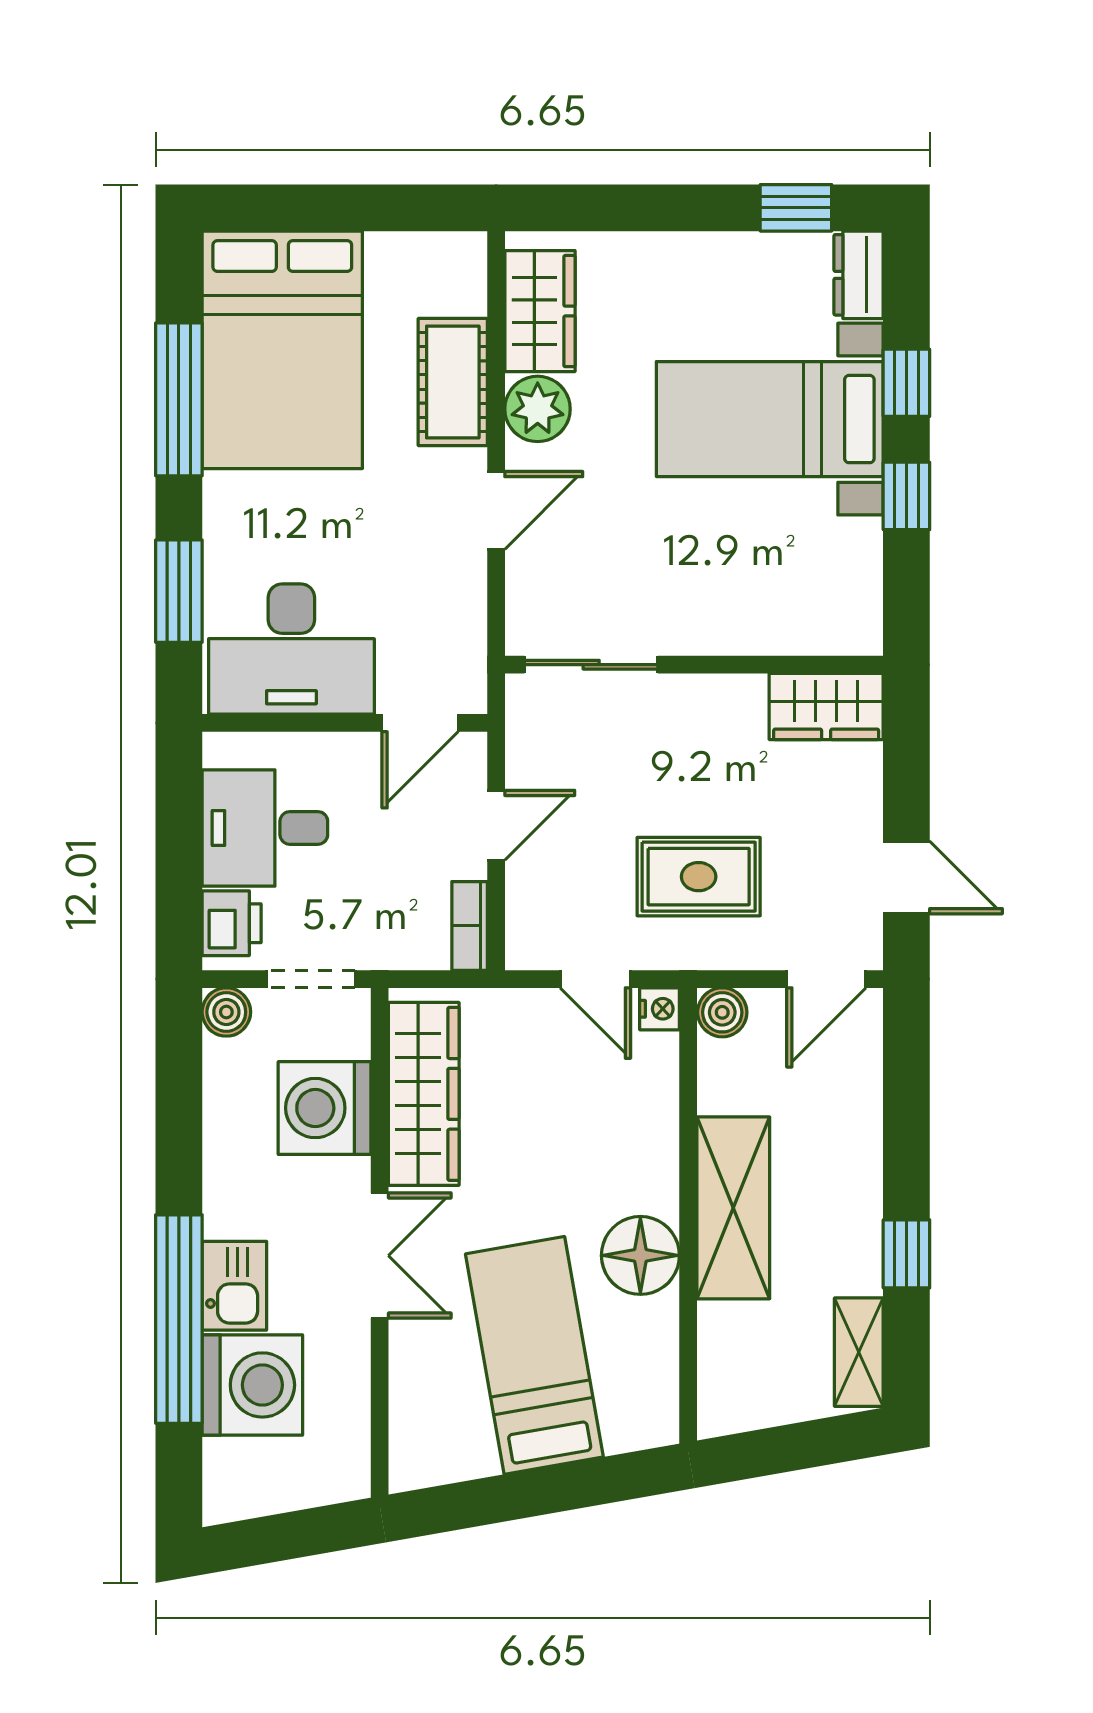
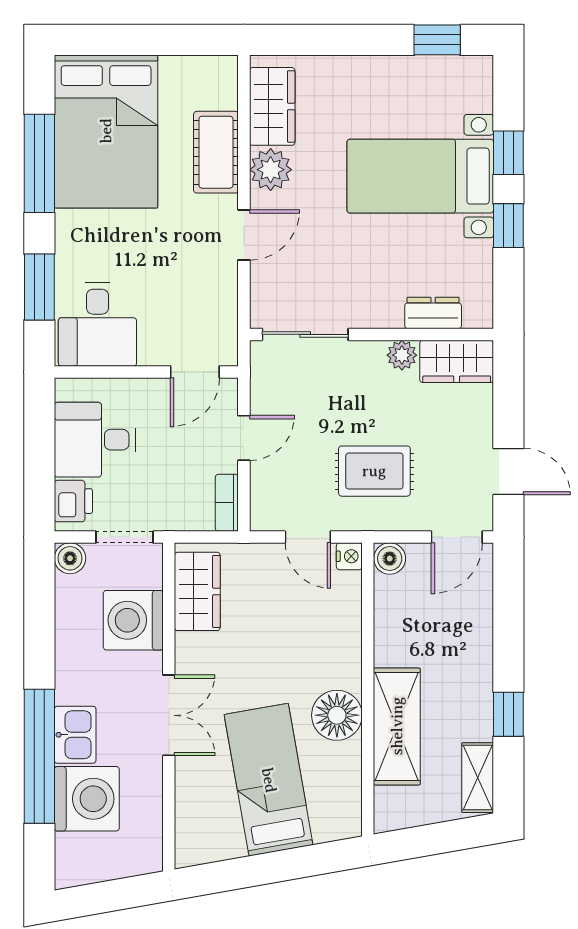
dresser: (859, 275) -> (433, 313), moved, turned 90
desk: (291, 649) -> (97, 324), width x0.73
plant: (741, 697) -> (402, 355), added
wardrobe: (424, 1094) -> (197, 591), width x0.67
shelving: (733, 1208) -> (397, 726), moved

